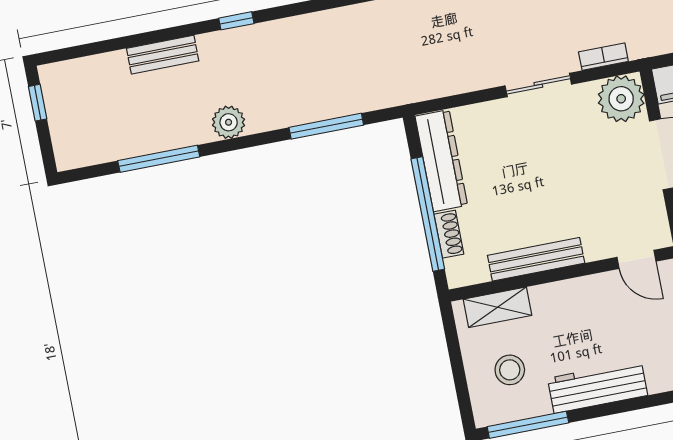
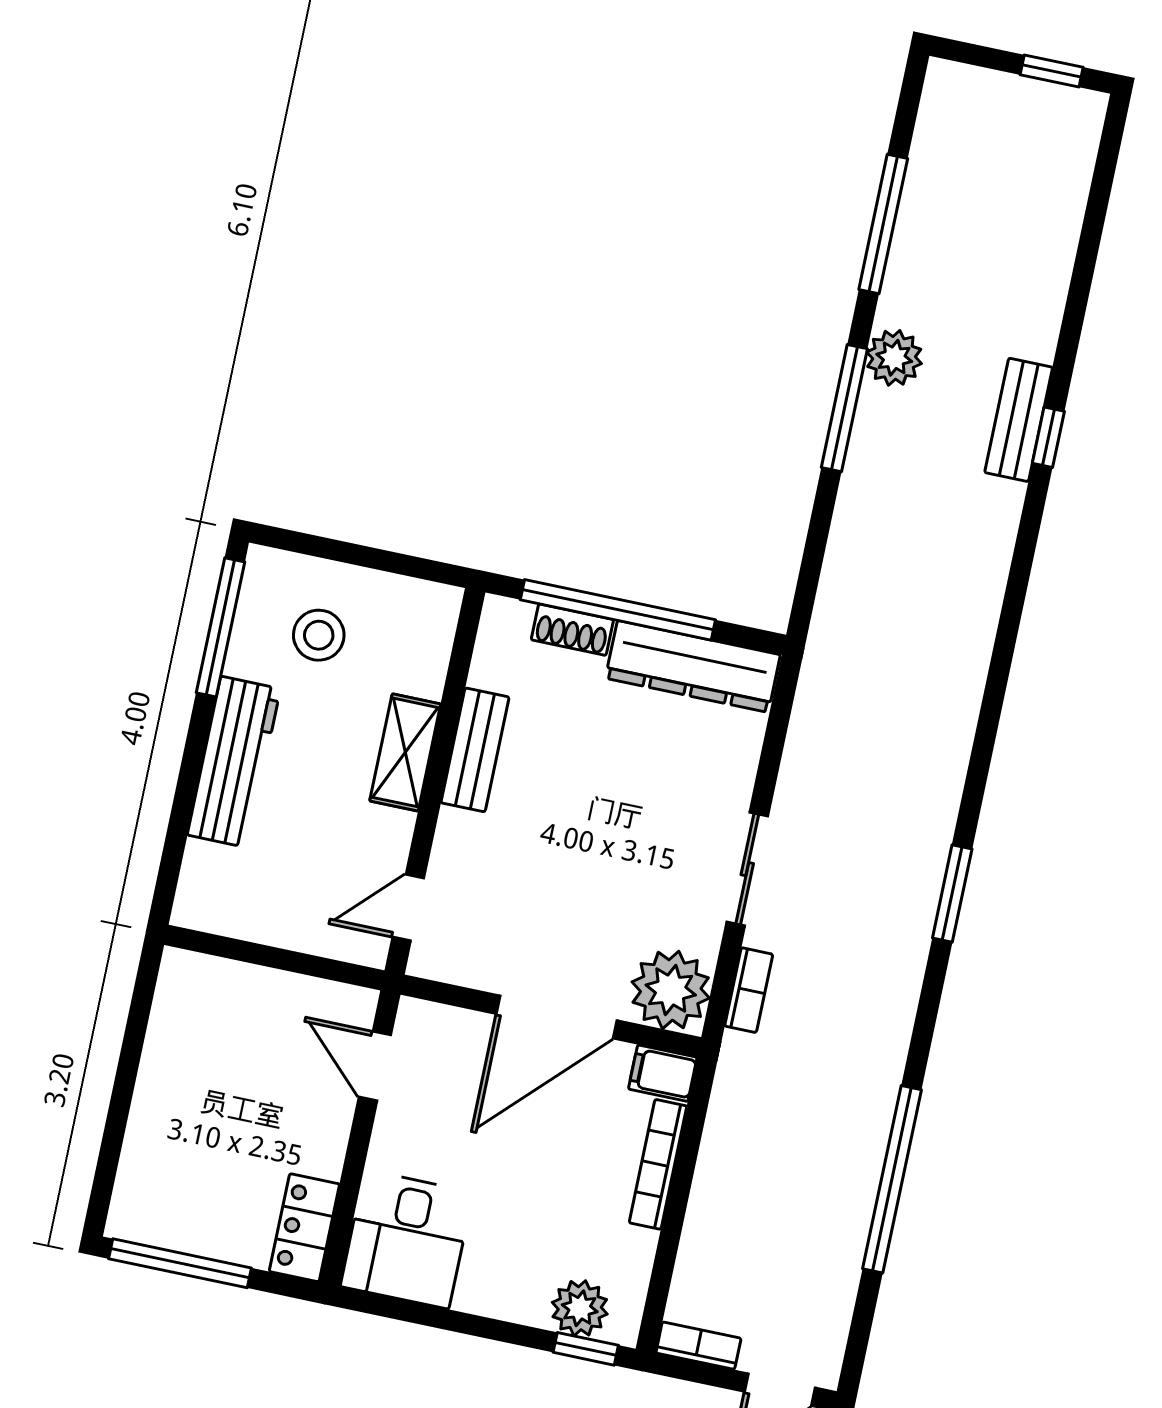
bench: (163, 55) -> (1019, 420), moved
window: (326, 126) -> (844, 408), moved
bench: (536, 259) -> (475, 750), width x0.73
shelving: (498, 307) -> (405, 752), moved

